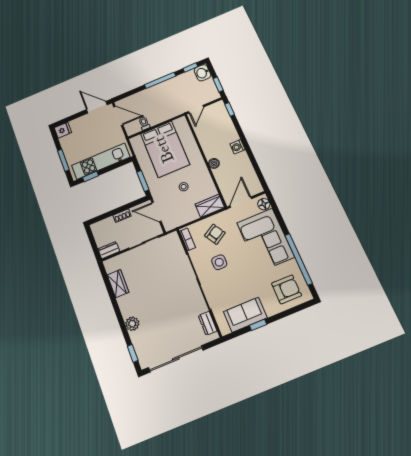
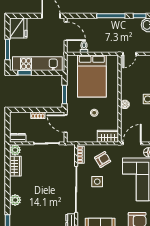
fridge: (63, 130) -> (18, 28), width x1.88, depth x1.34
plant: (111, 265) -> (15, 150), added

